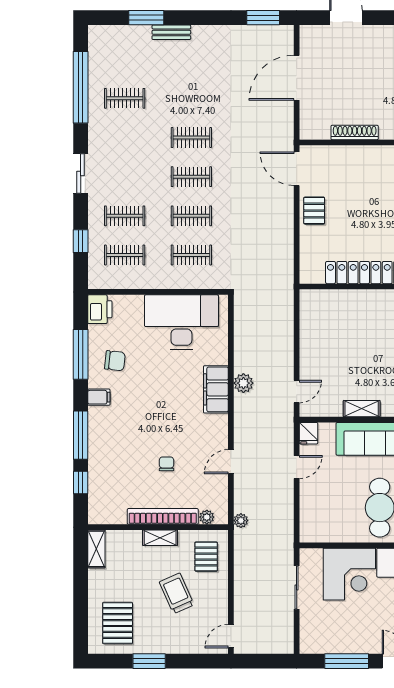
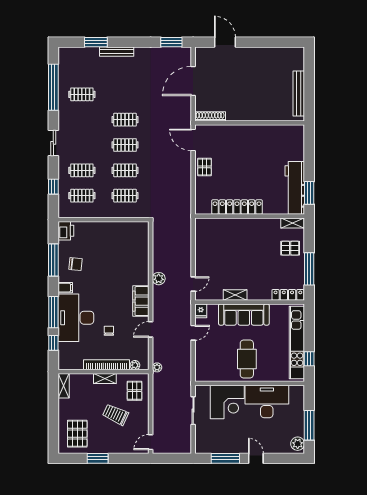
bench: (171, 32) -> (117, 52), width x1.36
shoe rack: (355, 132) -> (210, 116), moved
desk: (181, 322) -> (76, 318), moved, turned -90
filing cabinet: (216, 389) -> (141, 301), moved
trolley: (177, 593) -> (115, 414), turned -41

